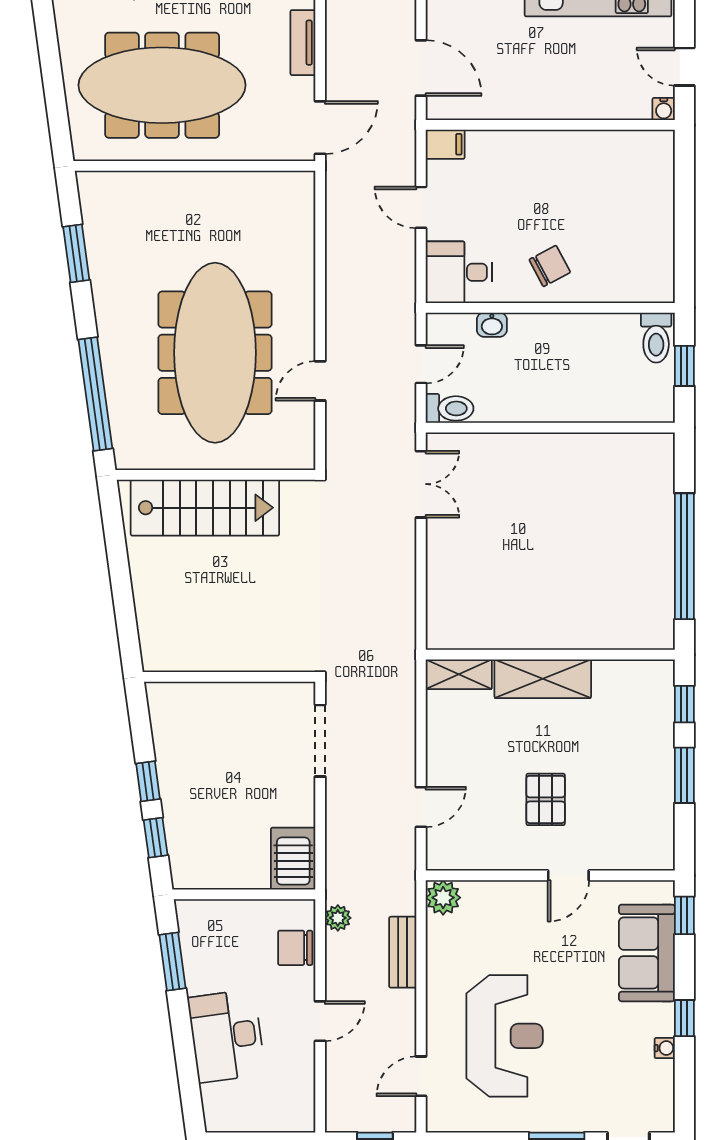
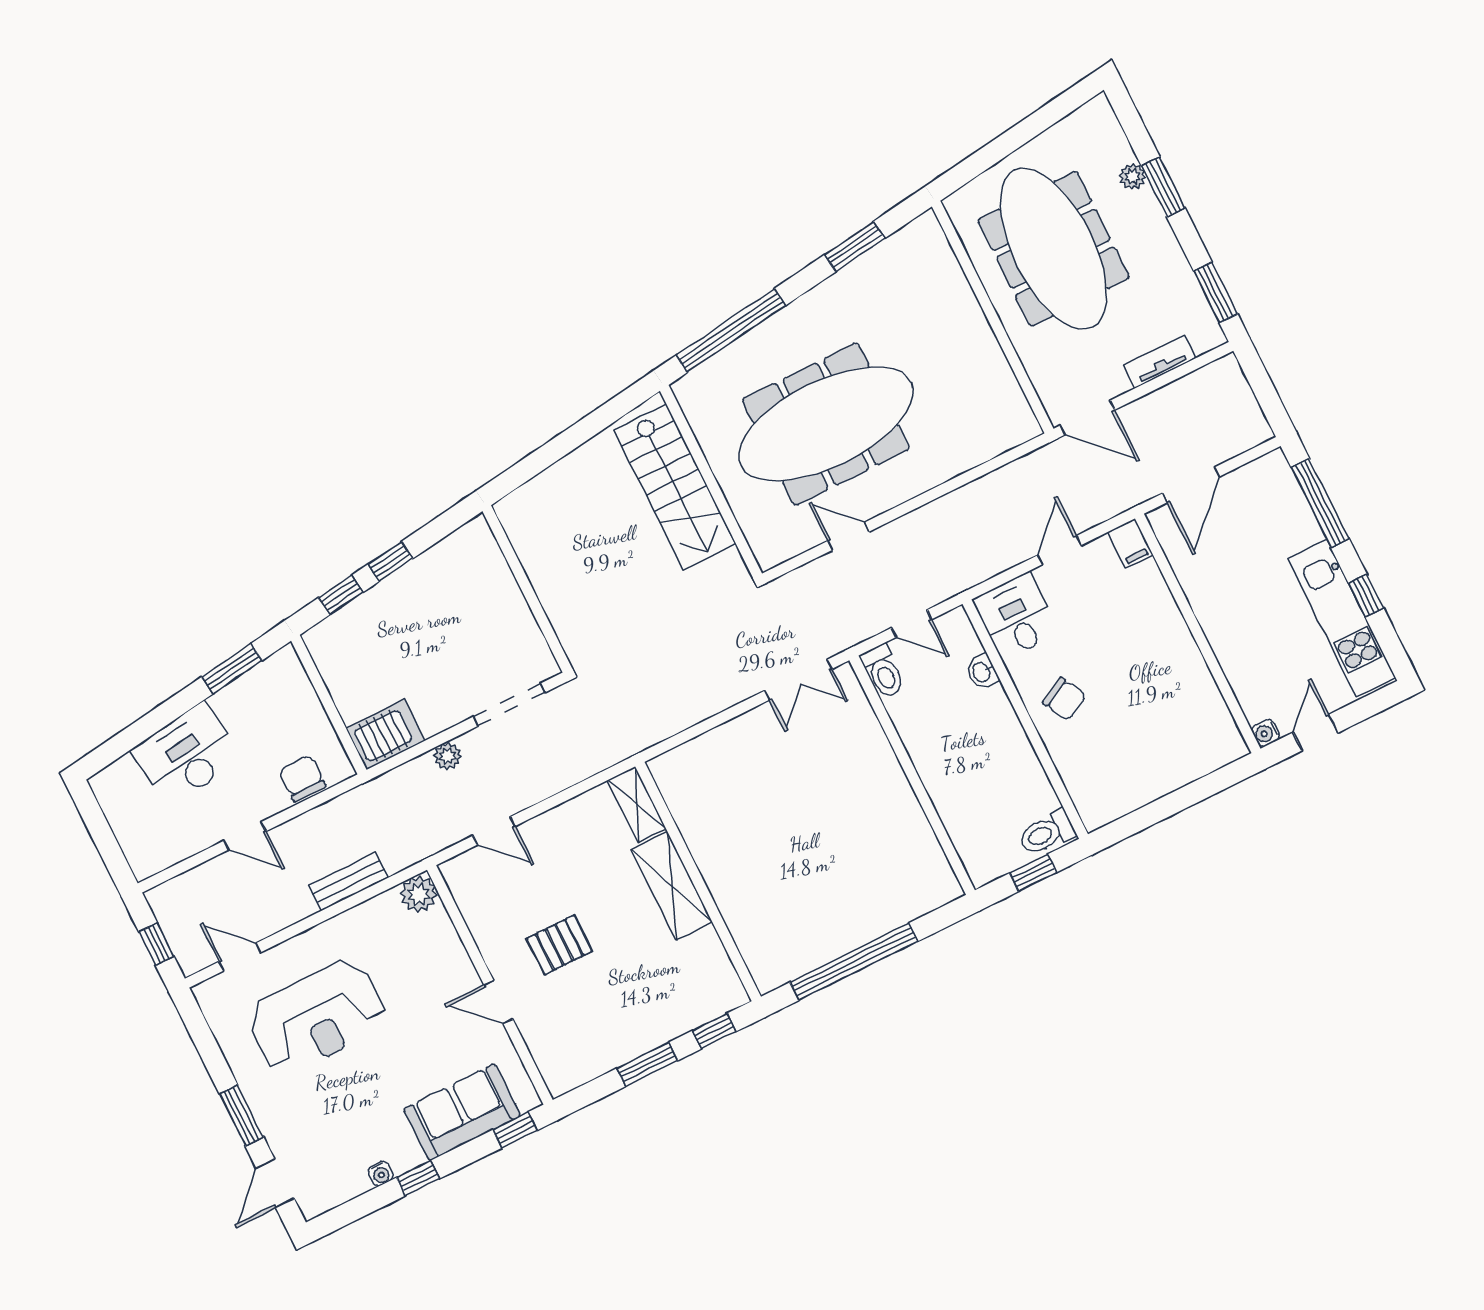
plant: (338, 918) -> (448, 756), moved

